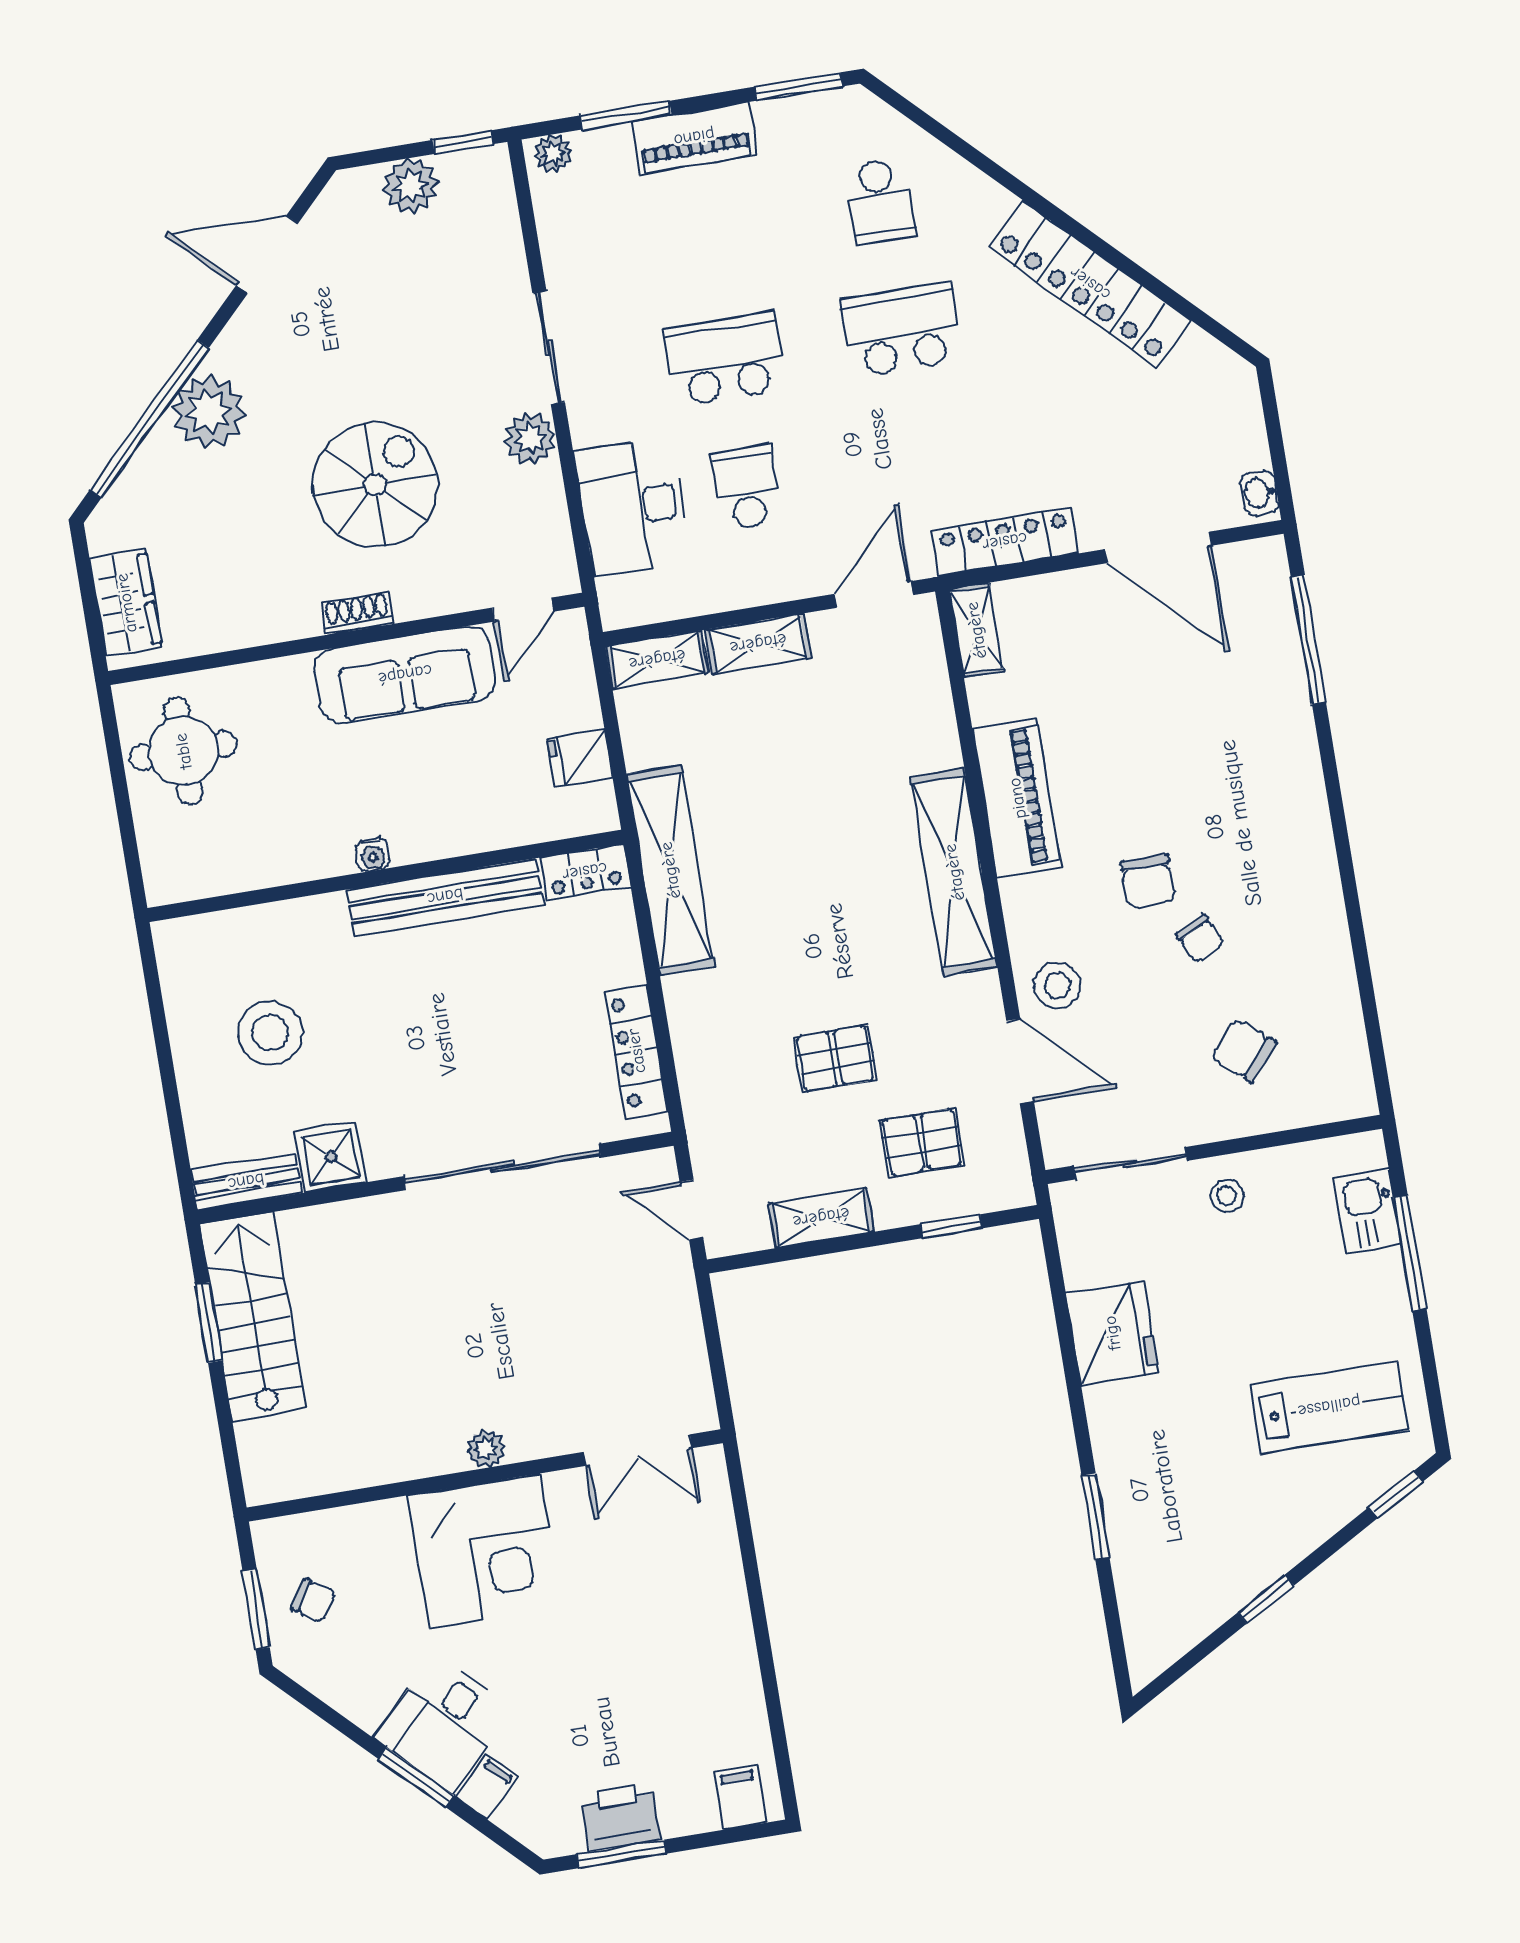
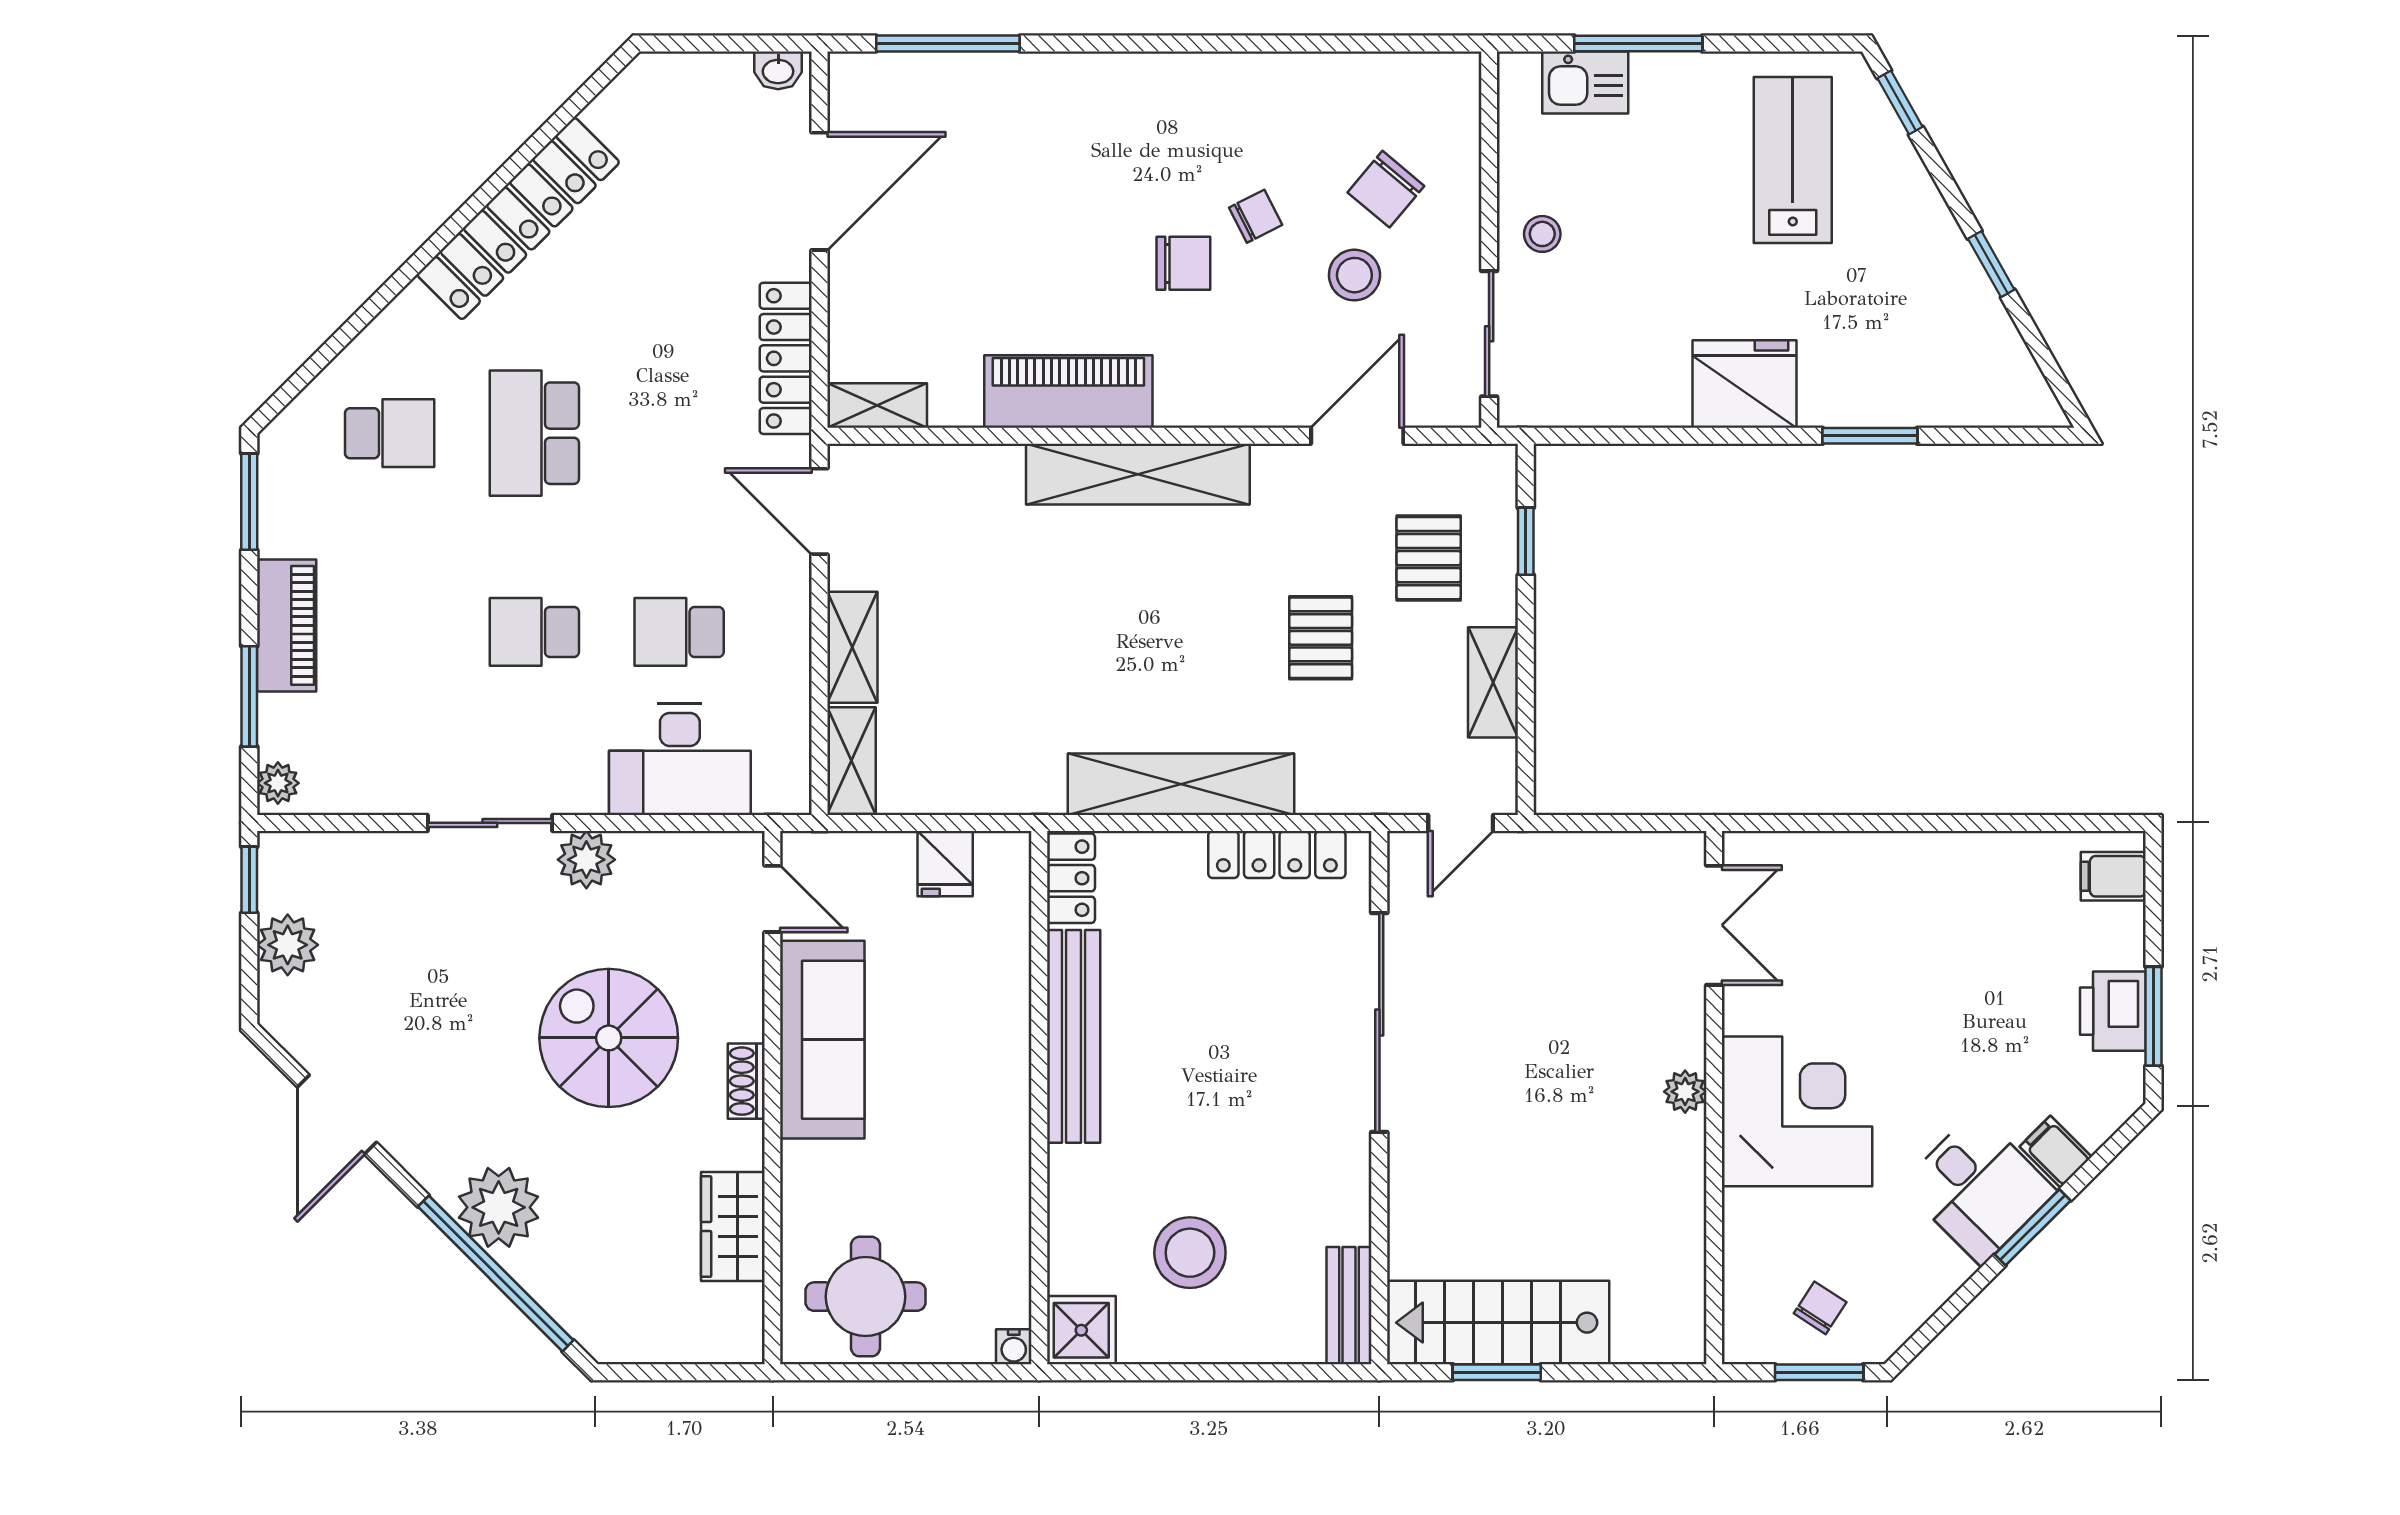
school desk: (725, 359) -> (534, 632), width x0.54
wardrobe: (126, 603) -> (733, 1226), moved, turned -90
water cooler: (372, 855) -> (1014, 1347), moved, turned 90
shelving: (670, 870) -> (1181, 784), moved
stool: (1057, 985) -> (1354, 275), moved
shower: (331, 1157) -> (1081, 1330), moved
fridge: (1112, 1333) -> (1744, 384), moved

